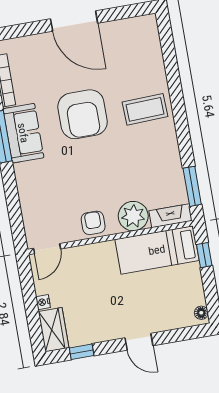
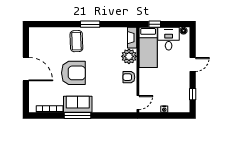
door: (74, 21) -> (26, 69), hinge flipped
window: (192, 186) -> (90, 24), moved
door: (47, 249) -> (138, 102), hinge flipped
desk: (181, 287) -> (169, 39), added
wardrobe: (54, 330) -> (179, 106), removed

